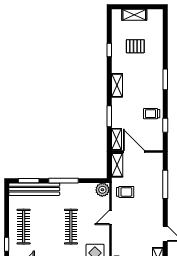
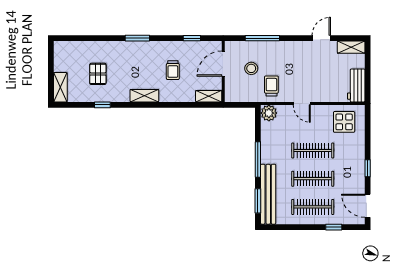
shelving: (134, 15) -> (60, 87), moved
trolley: (152, 114) -> (173, 70), moved
window: (109, 116) -> (181, 105), removed
door: (134, 151) -> (223, 64), moved
shelving: (117, 165) -> (239, 96), removed
stool: (140, 175) -> (251, 68), added
clothes rail: (47, 227) -> (313, 179), added

